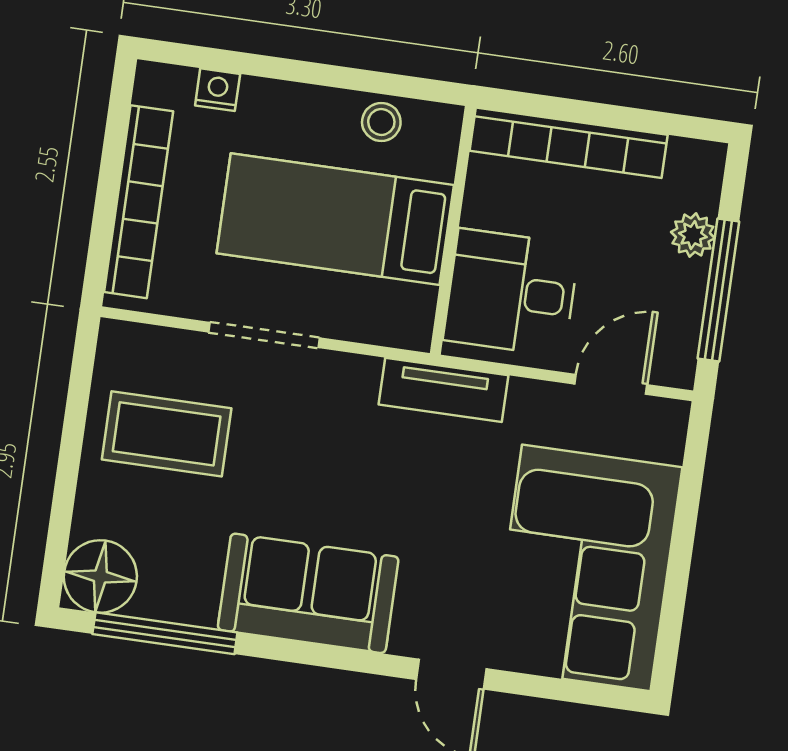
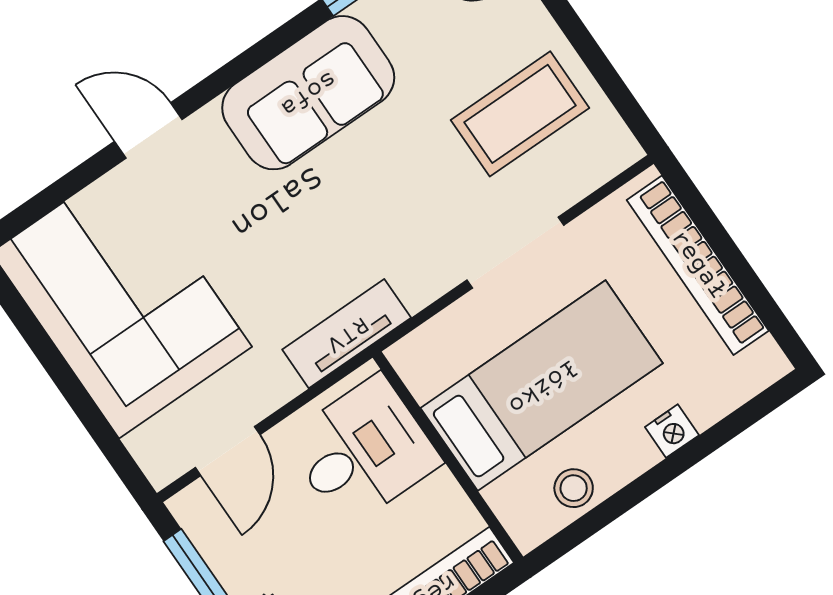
nightstand: (218, 90) -> (672, 431), moved

